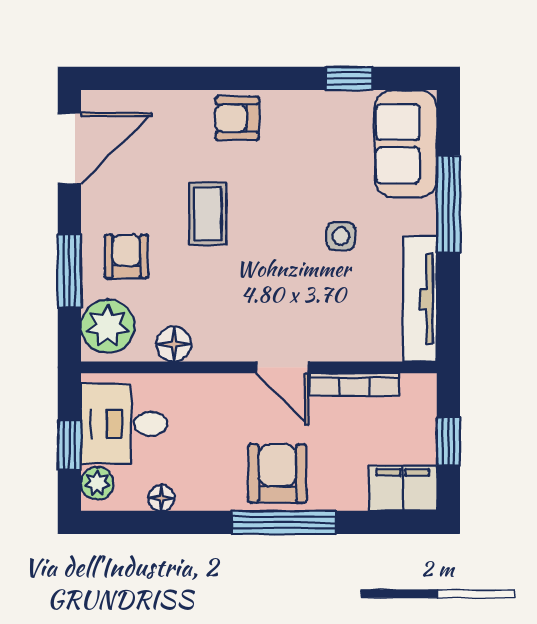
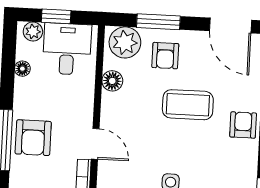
coffee table: (208, 214) -> (188, 105), width x1.36, depth x1.30
armchair: (126, 256) -> (165, 56), turned 90
door: (282, 367) -> (95, 144), swing flipped
armchair: (277, 473) -> (33, 138), turned 90

